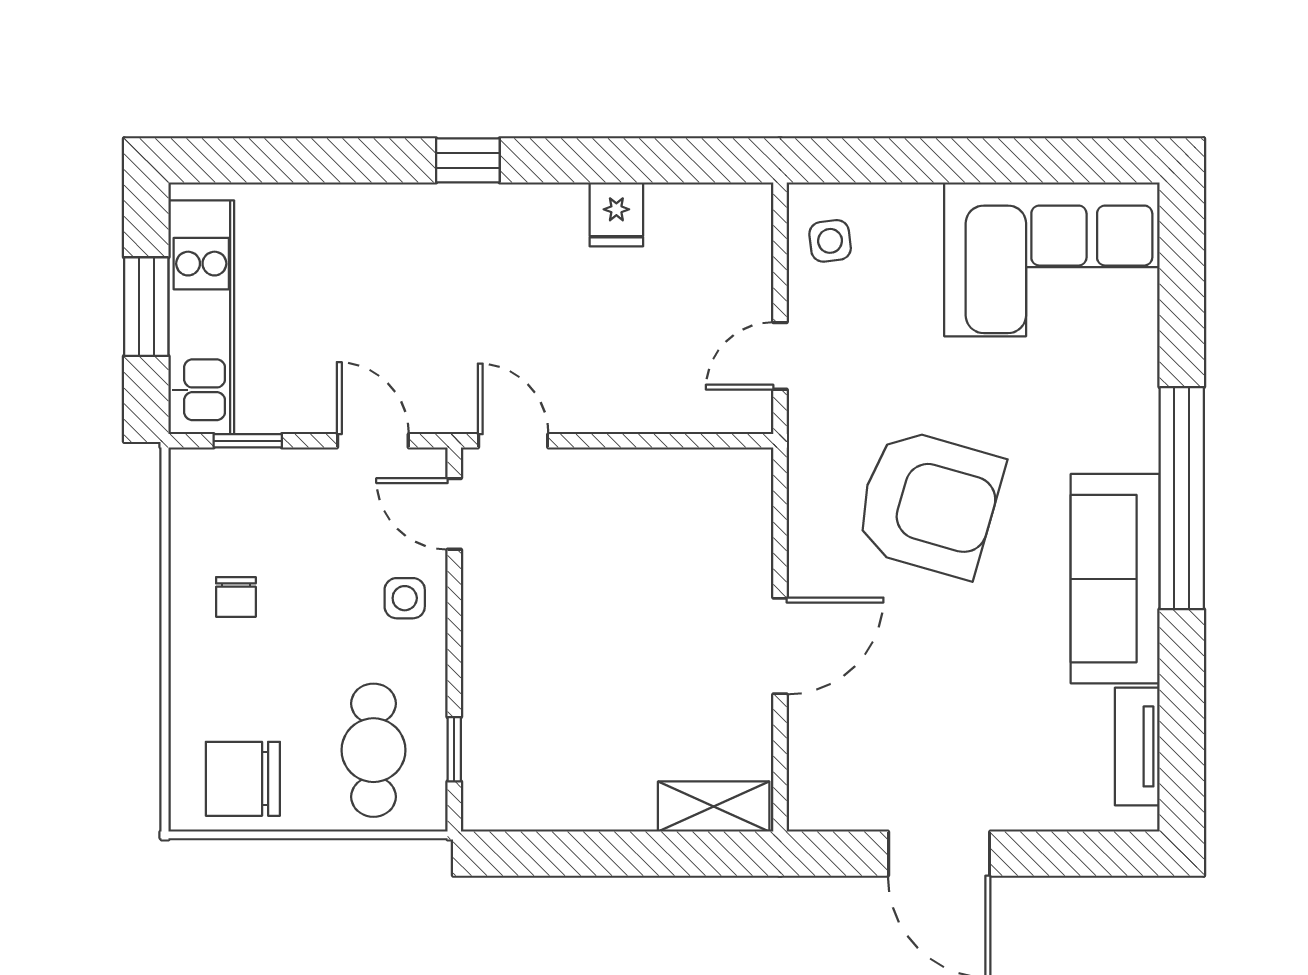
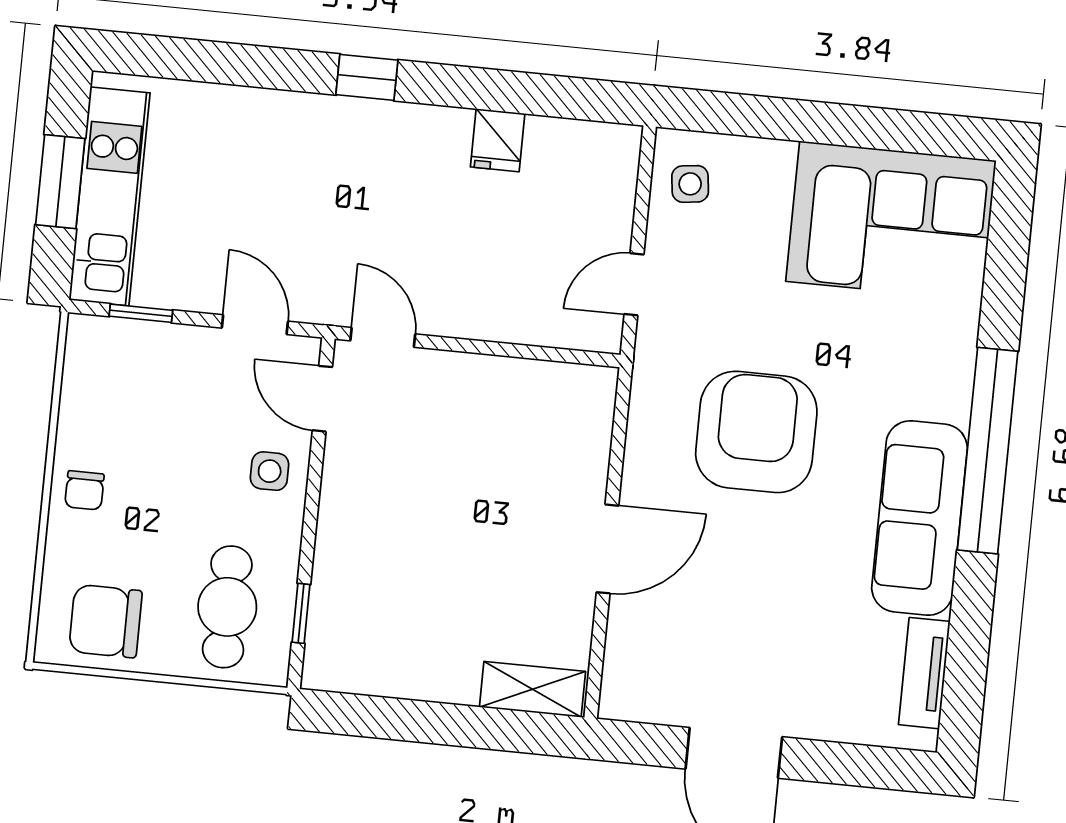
armchair: (929, 503) -> (756, 432), turned -106
chair: (236, 597) -> (84, 490), moved

